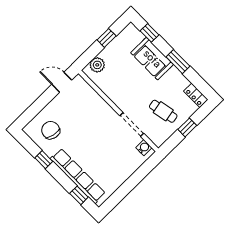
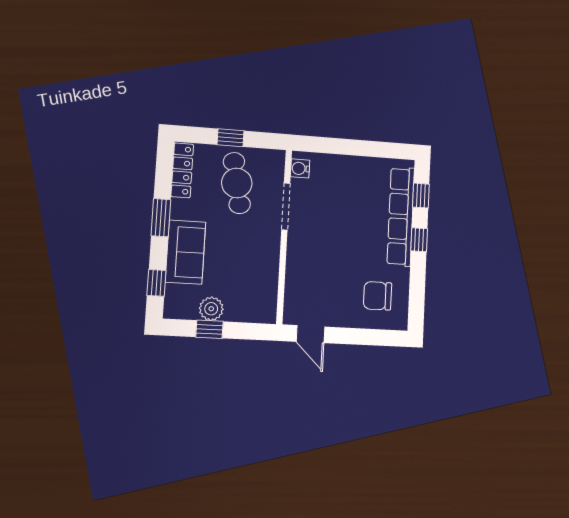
plant: (97, 65) -> (211, 309), moved
locker: (196, 95) -> (182, 170), width x1.53
cafe table: (163, 111) -> (237, 183), width x1.37, depth x1.35
chair: (51, 130) -> (378, 296), turned 78
window: (44, 160) -> (419, 240), moved

